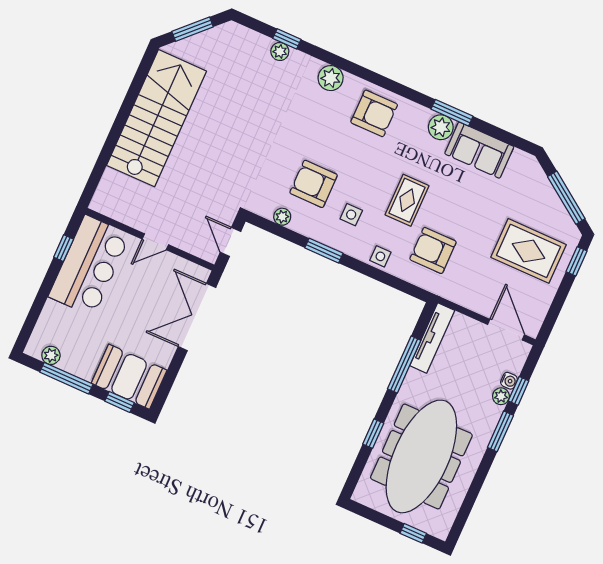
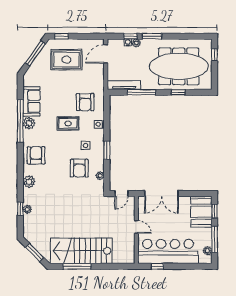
window: (131, 97) -> (77, 266), added
window: (452, 113) -> (20, 121), width x2.11
rug: (529, 251) -> (66, 60), turned 90
bar counter: (89, 266) -> (168, 251), width x1.36

